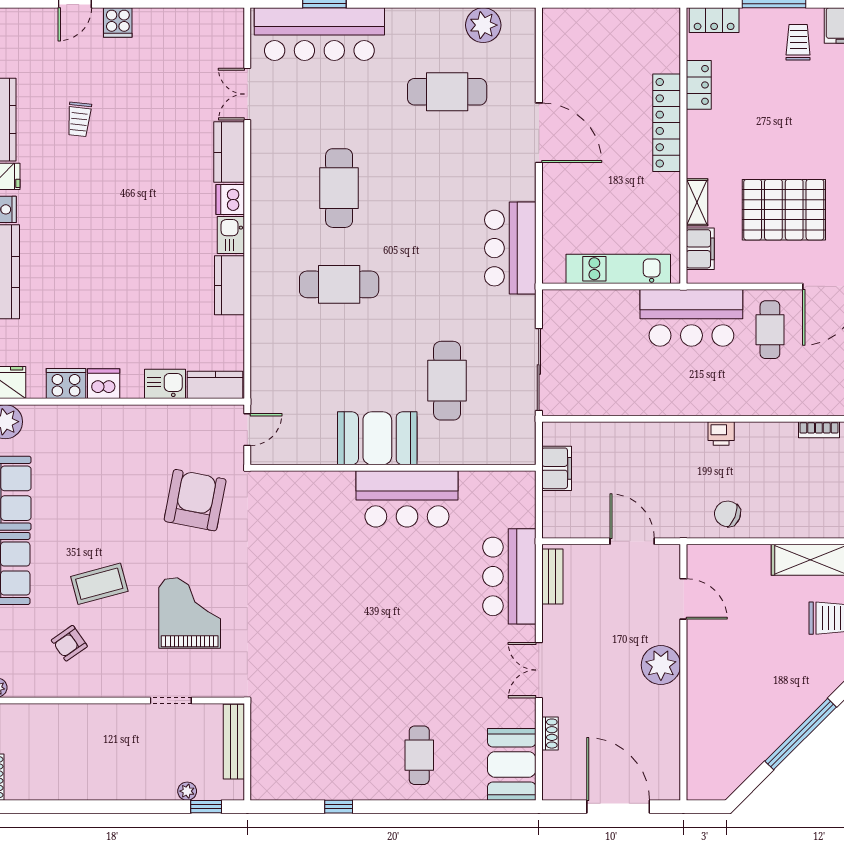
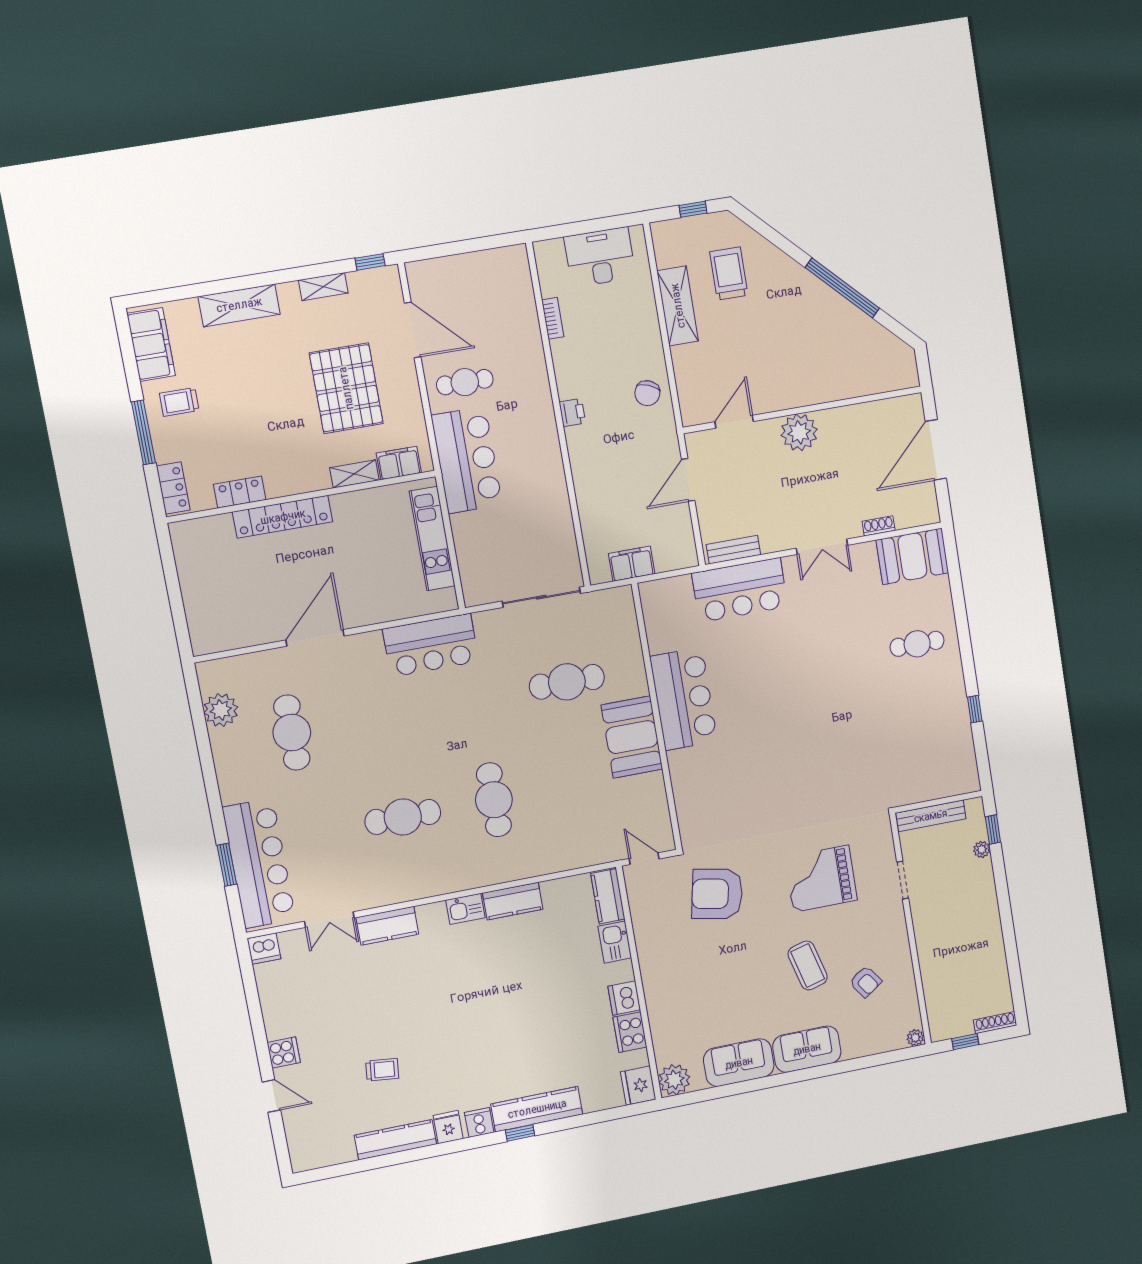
dishwasher: (230, 199) -> (264, 949), moved

